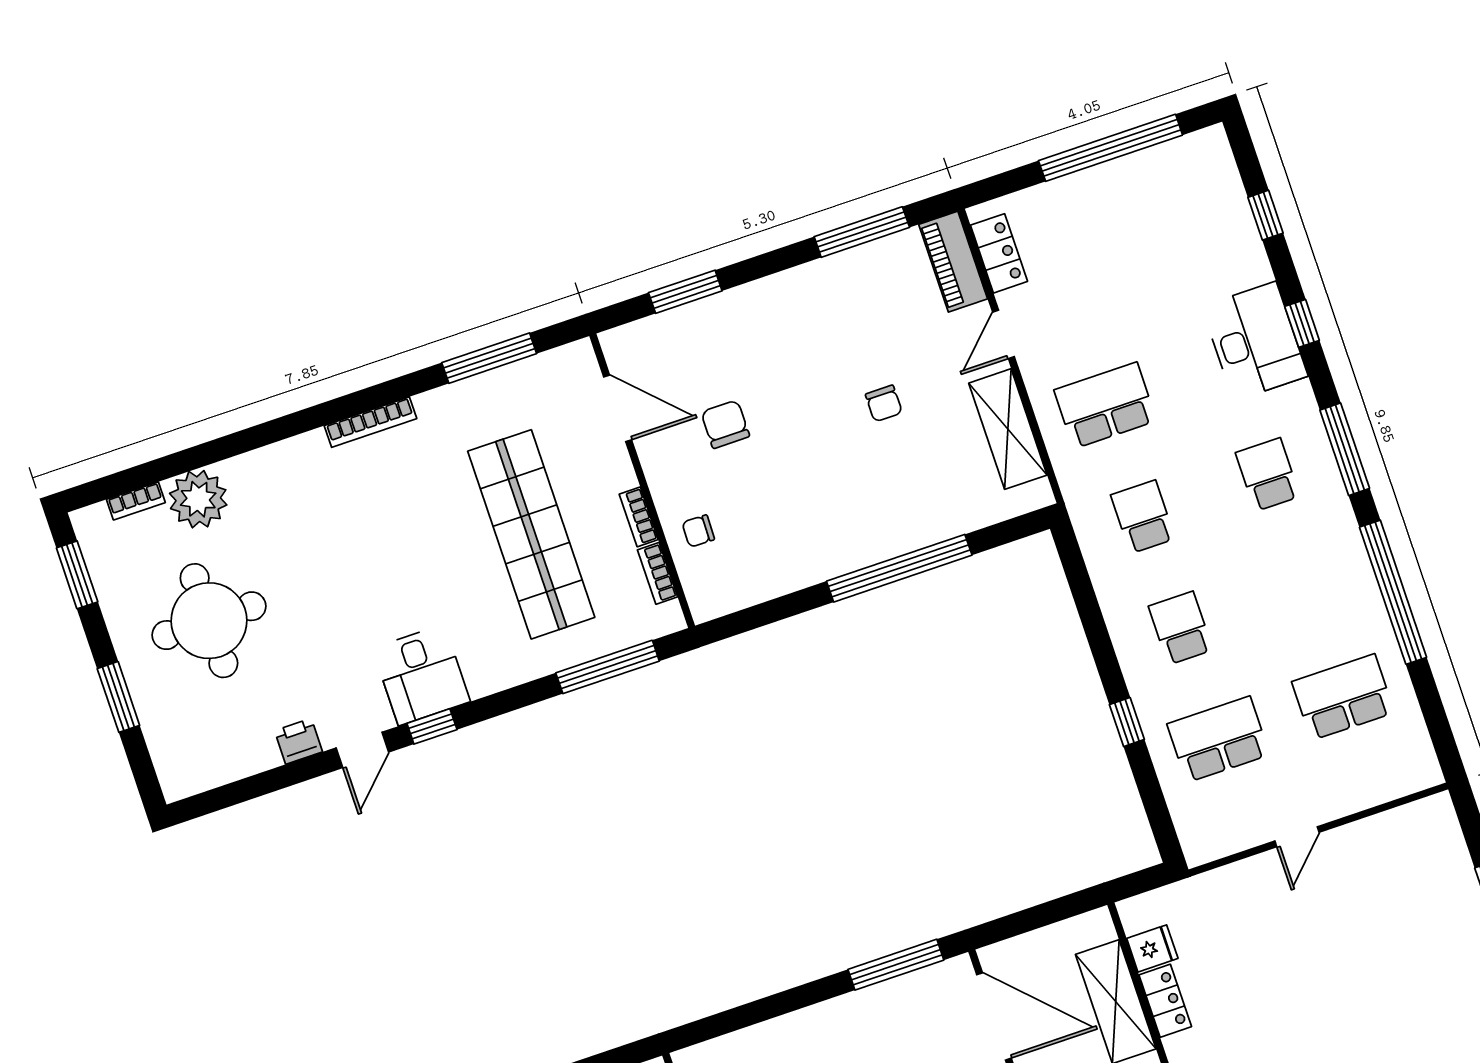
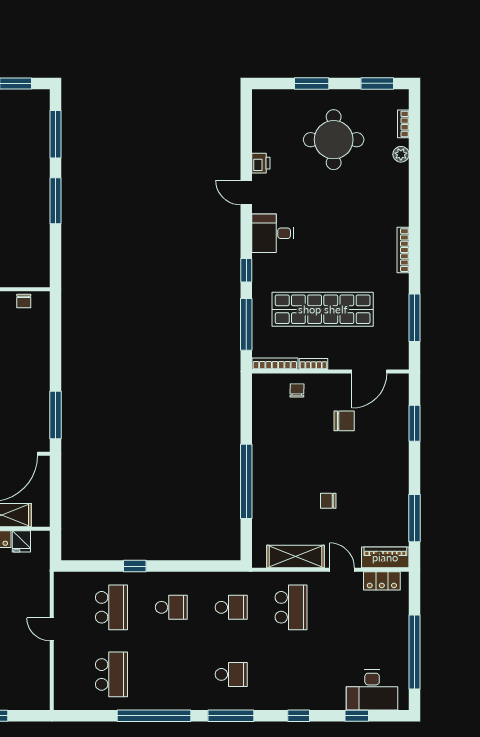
desk: (1255, 341) -> (372, 690), moved
plant: (198, 499) -> (401, 154), width x0.53, depth x0.53
bookcase: (657, 573) -> (275, 364), width x1.56
window: (432, 726) -> (246, 270), moved

